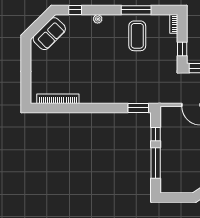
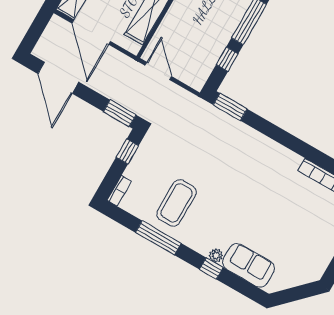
window: (75, 10) -> (211, 268), moved
sofa: (49, 34) -> (249, 265), moved, turned 45

